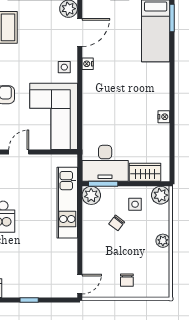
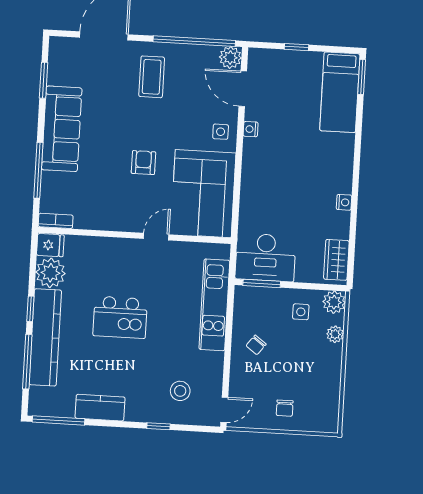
door: (80, 33) -> (243, 89), swing flipped
wardrobe: (145, 172) -> (336, 260), moved, turned -90
plant: (91, 195) -> (246, 297), removed
chair: (117, 223) -> (256, 345), moved
plant: (163, 241) -> (335, 334), moved
stool: (44, 271) -> (180, 391), added

